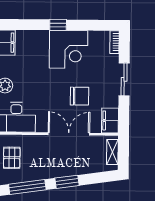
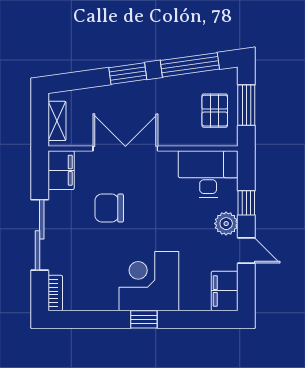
corner desk: (69, 49) -> (149, 281), moved
sliding door: (124, 79) -> (40, 235), width x1.37
double door: (69, 134) -> (125, 149), swing flipped

